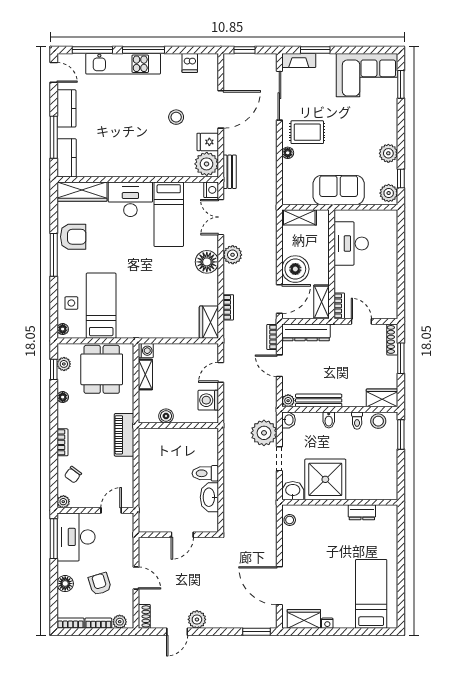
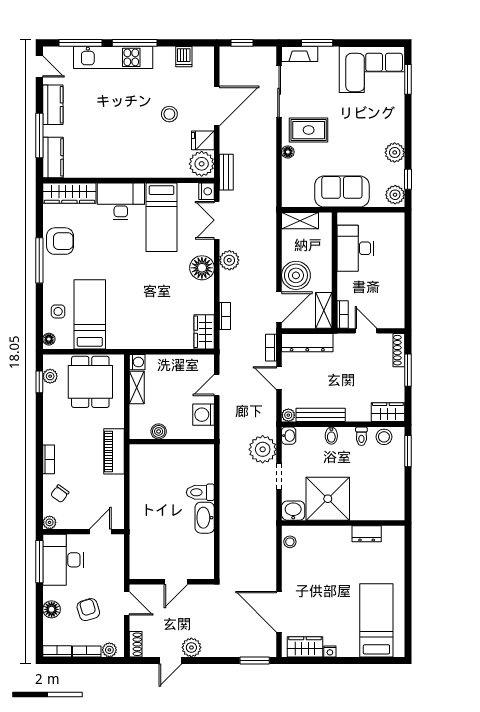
floor lamp: (63, 397) -> (49, 411), removed
wall: (178, 535) -> (172, 582), moved
door: (182, 535) -> (176, 582), moved

